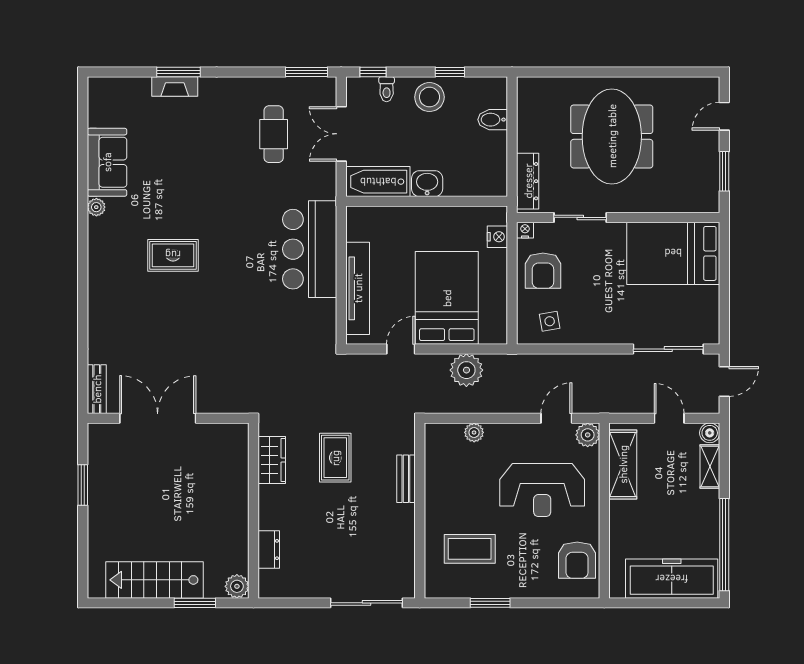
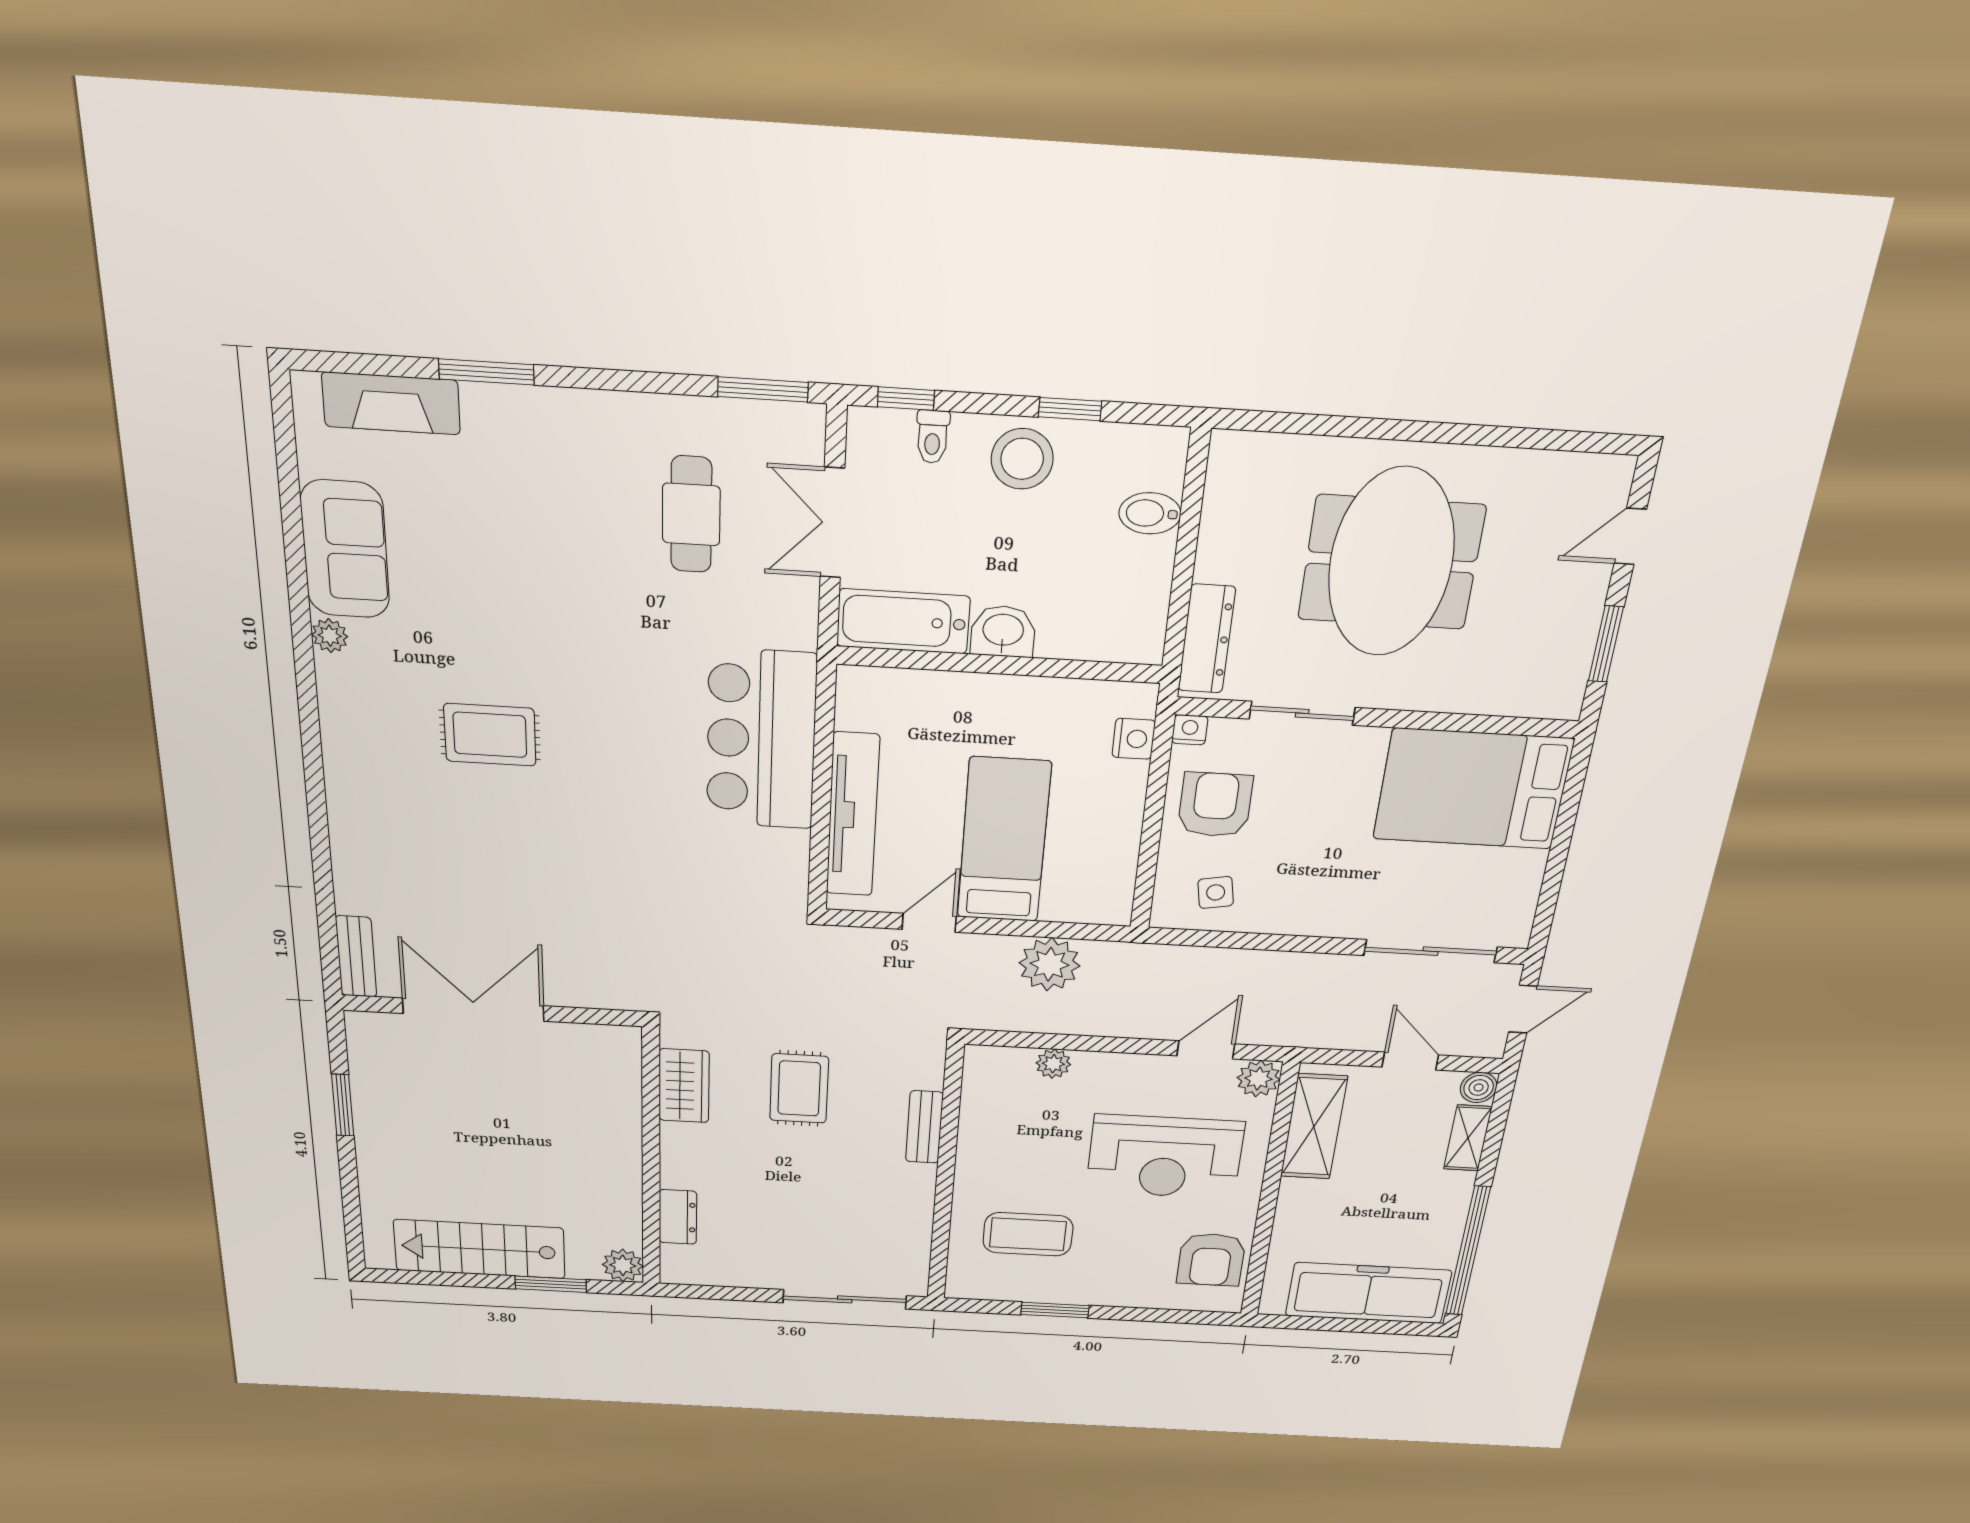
fireplace: (175, 86) -> (391, 403), moved, width x1.37, depth x1.32
armchair: (543, 271) -> (1215, 805), turned 180
bed: (447, 298) -> (1004, 840), width x0.67

